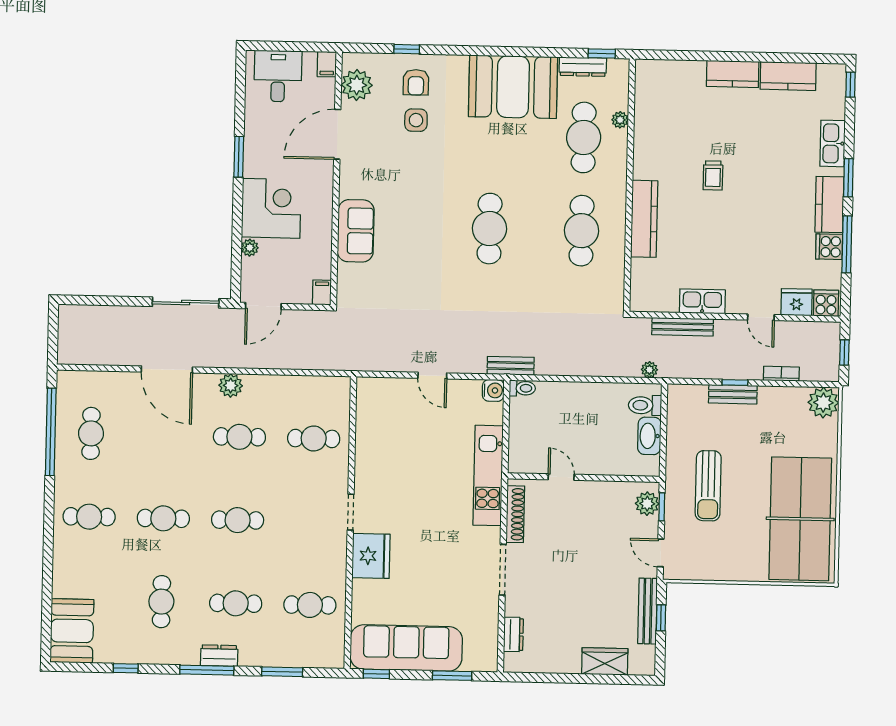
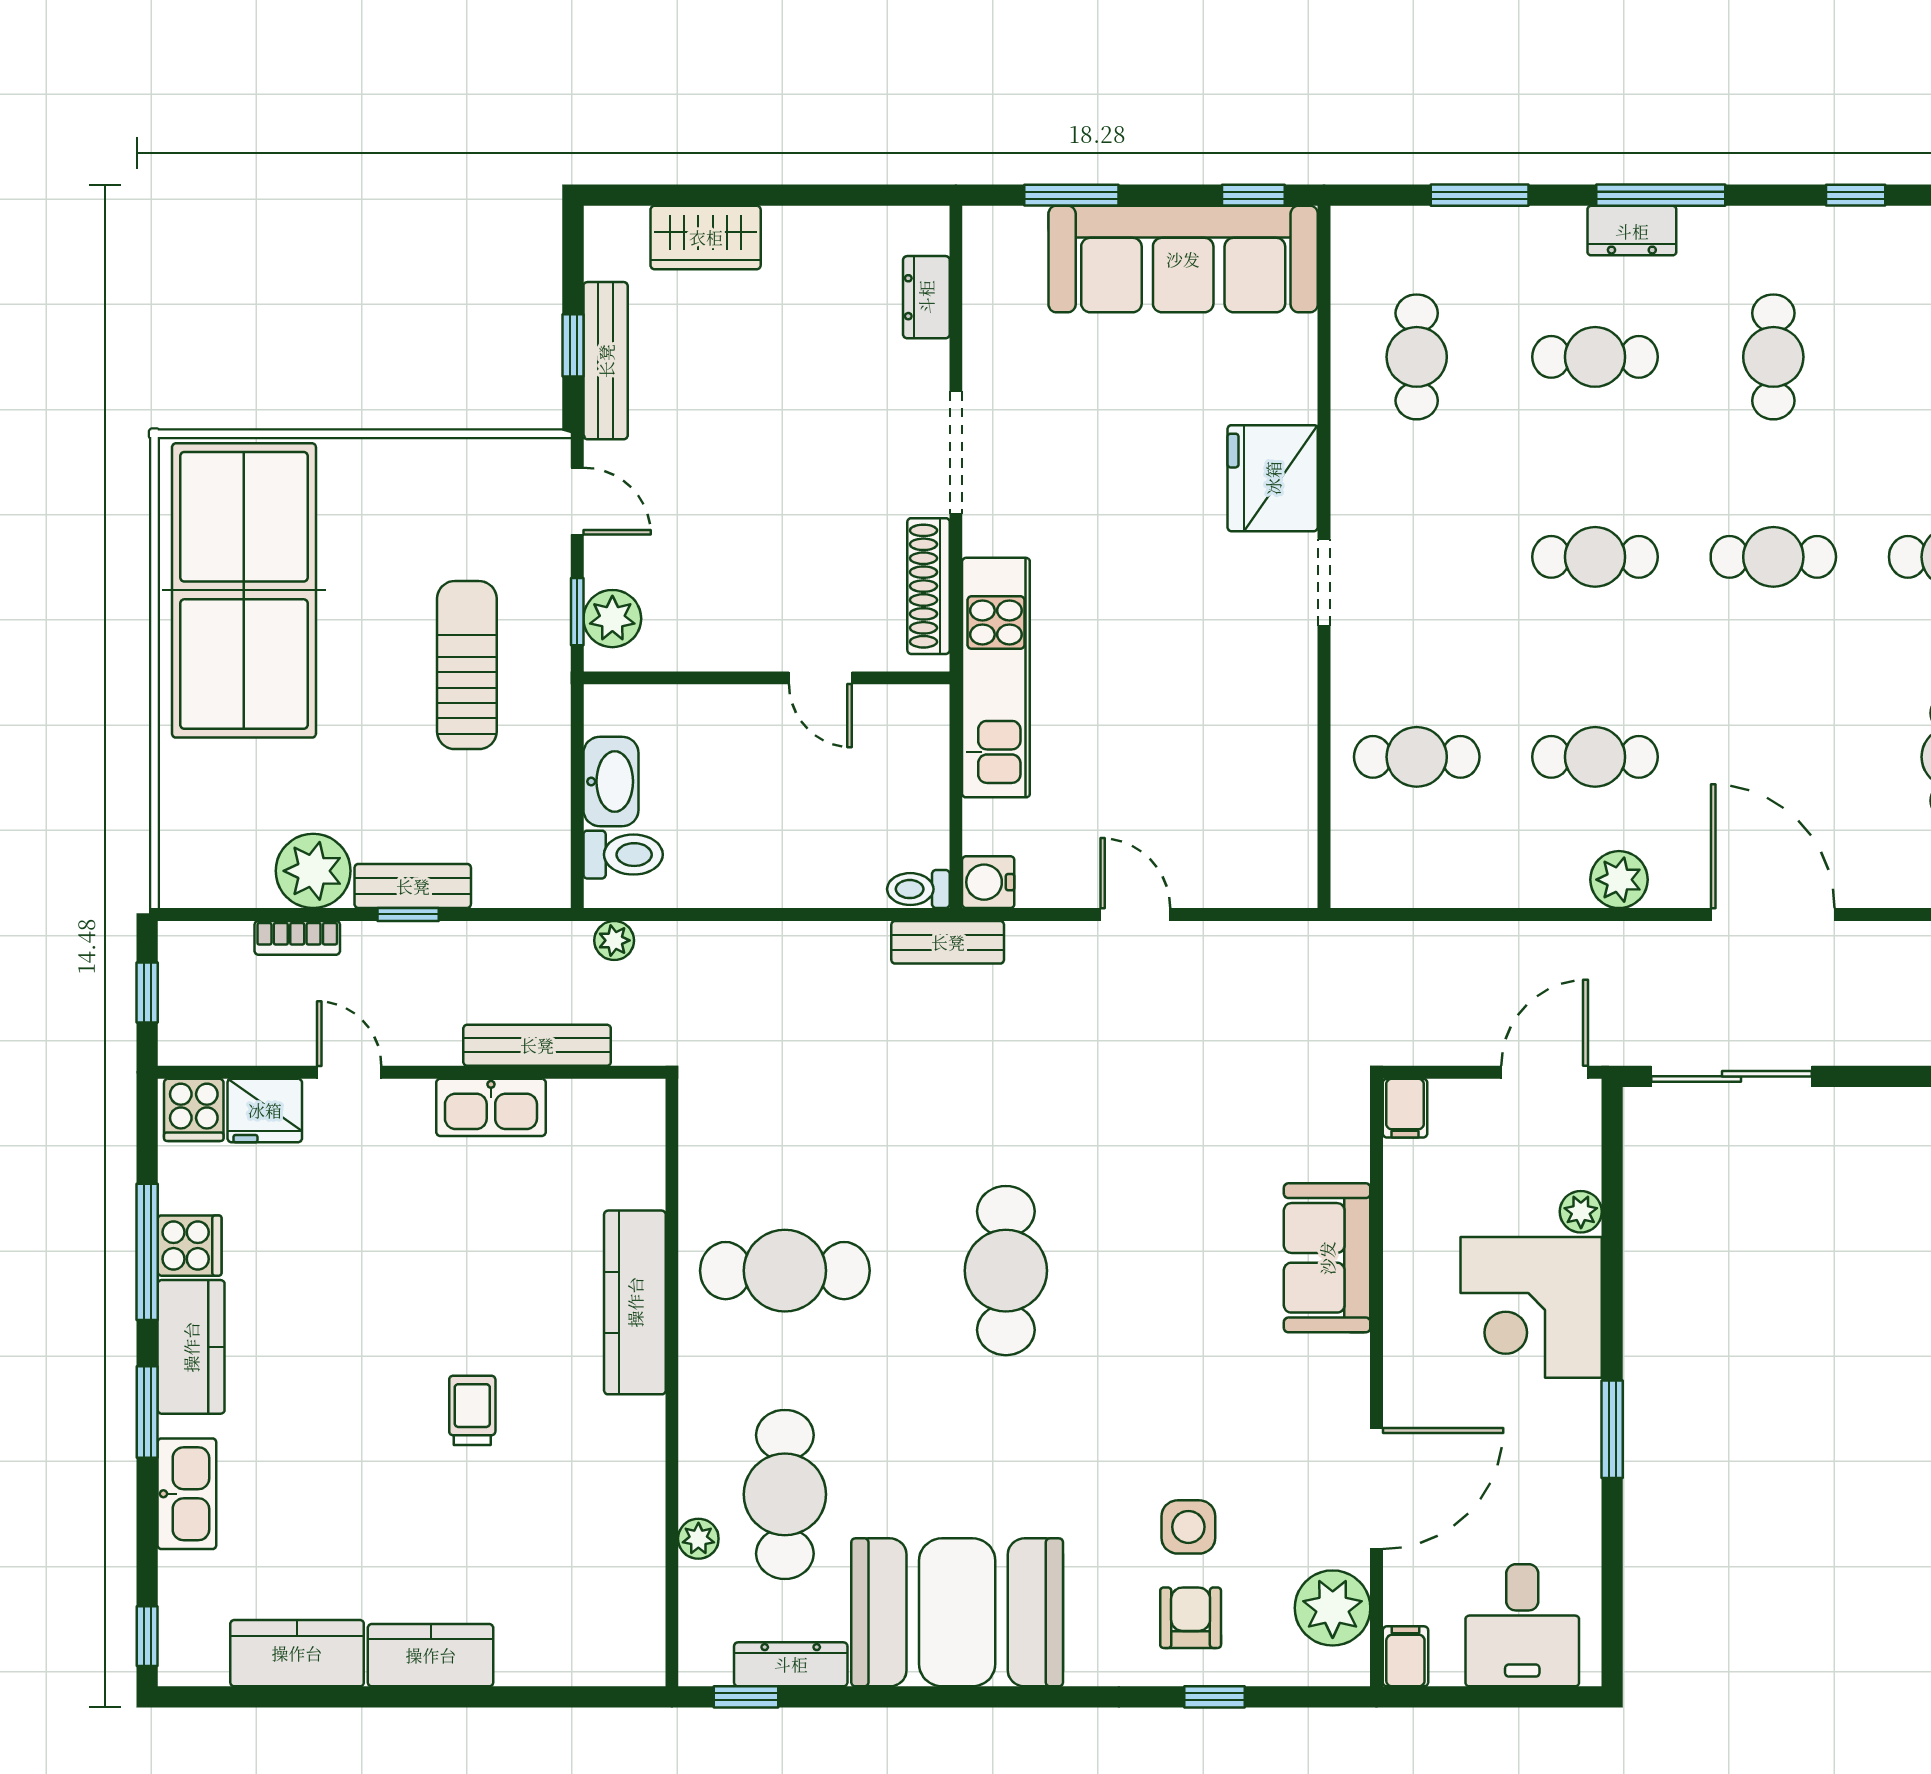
cafe table: (582, 231) -> (785, 1271), turned 90
plant: (823, 403) -> (313, 871), moved
cafe table: (310, 605) -> (1417, 357), turned 90

